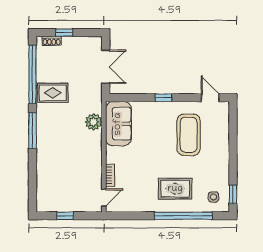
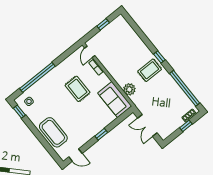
rug: (53, 93) -> (150, 70), moved
window: (32, 131) -> (159, 57), width x0.46
coffee table: (189, 135) -> (53, 132), moved
rug: (175, 189) -> (78, 89), moved, turned 90

